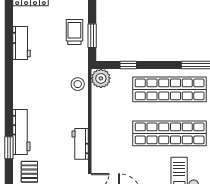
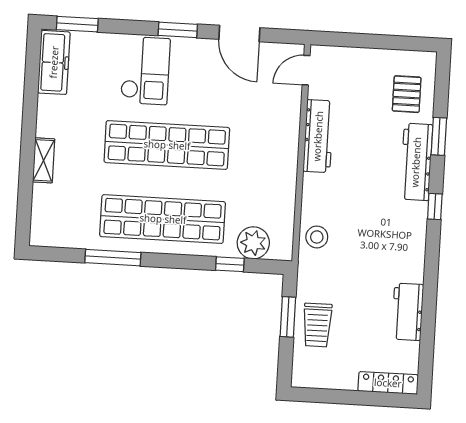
plant: (101, 78) -> (253, 243), moved
window: (9, 106) -> (435, 207), added
workbench: (80, 144) -> (318, 136), width x1.38

